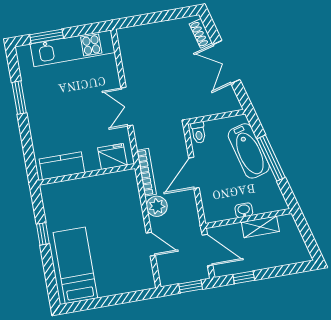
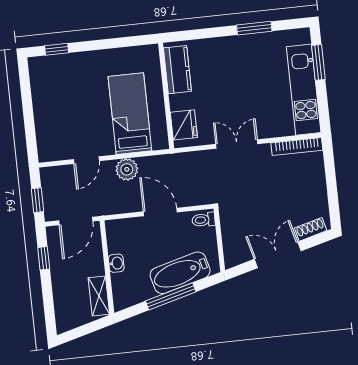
bookcase: (147, 172) -> (297, 147), moved
shelving: (260, 227) -> (99, 296), moved
window: (43, 234) -> (57, 49), moved
bed: (75, 265) -> (130, 114), moved, turned -90

